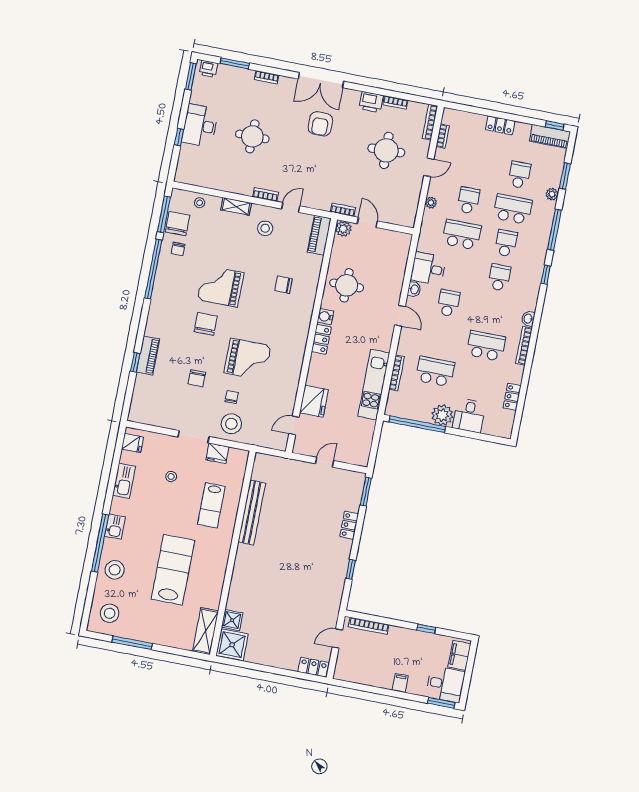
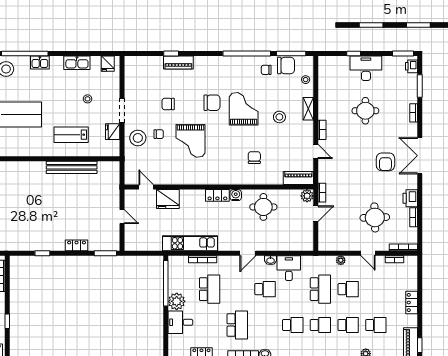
armchair: (320, 124) -> (385, 162), turned -90
school desk: (513, 209) -> (348, 325), width x0.54
stool: (265, 228) -> (279, 117), moved

